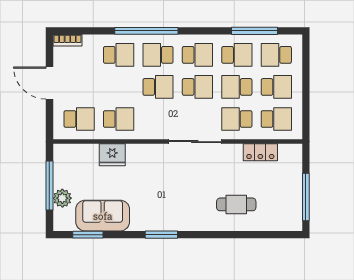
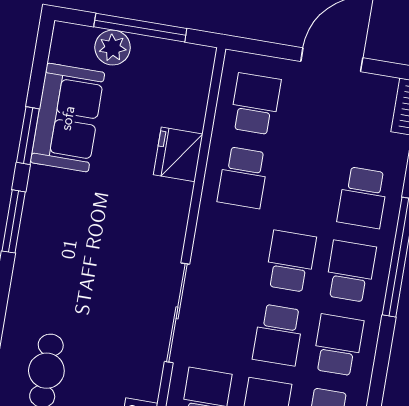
school desk: (197, 55) -> (338, 345), turned 180
school desk: (158, 87) -> (291, 261), turned 180
school desk: (79, 119) -> (255, 104), turned 180
window: (88, 235) -> (28, 136), moved

